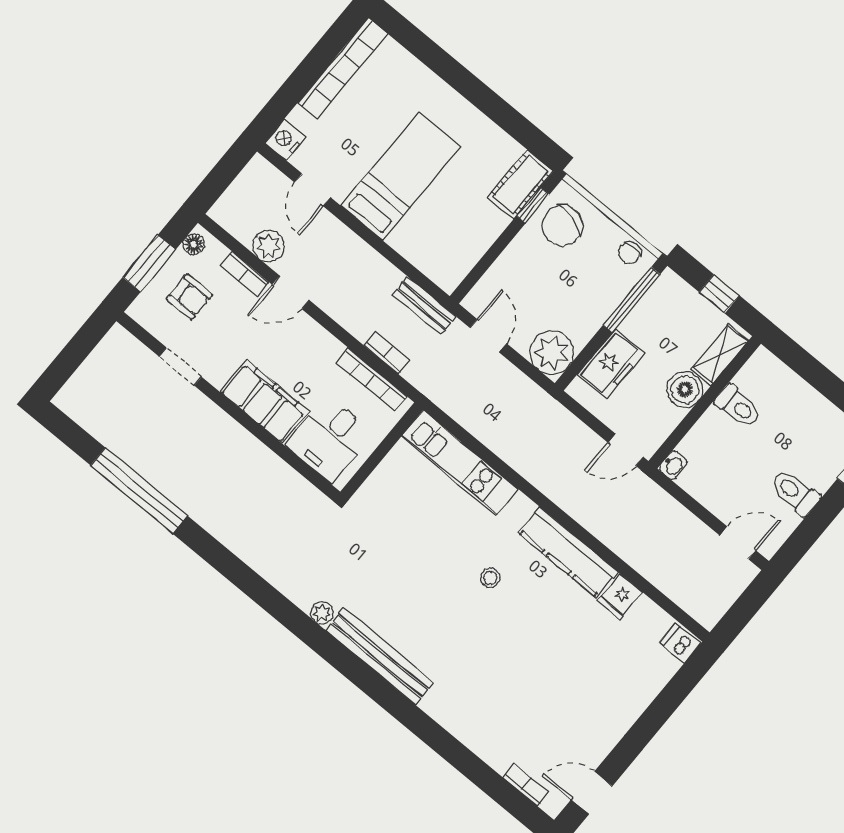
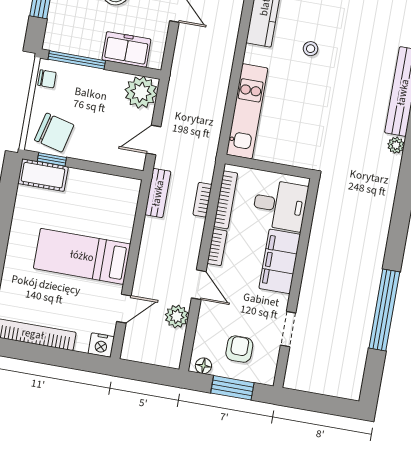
bookcase: (244, 274) -> (217, 247), moved

